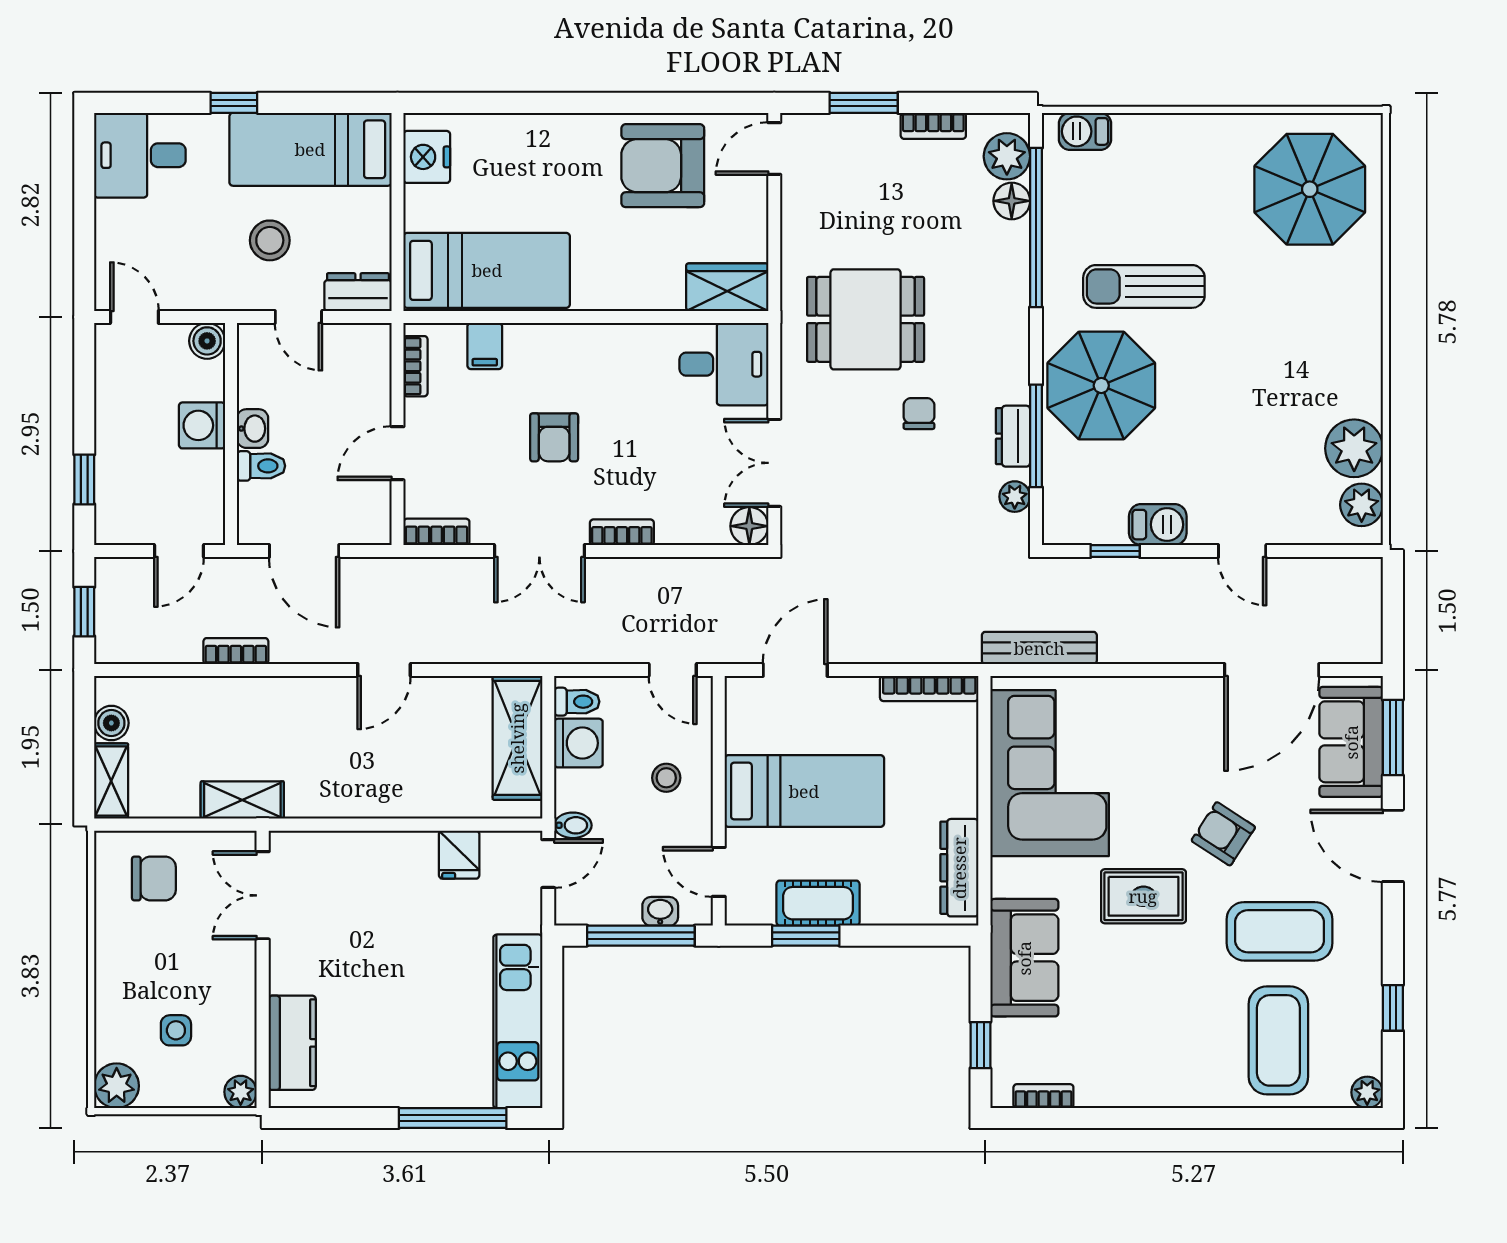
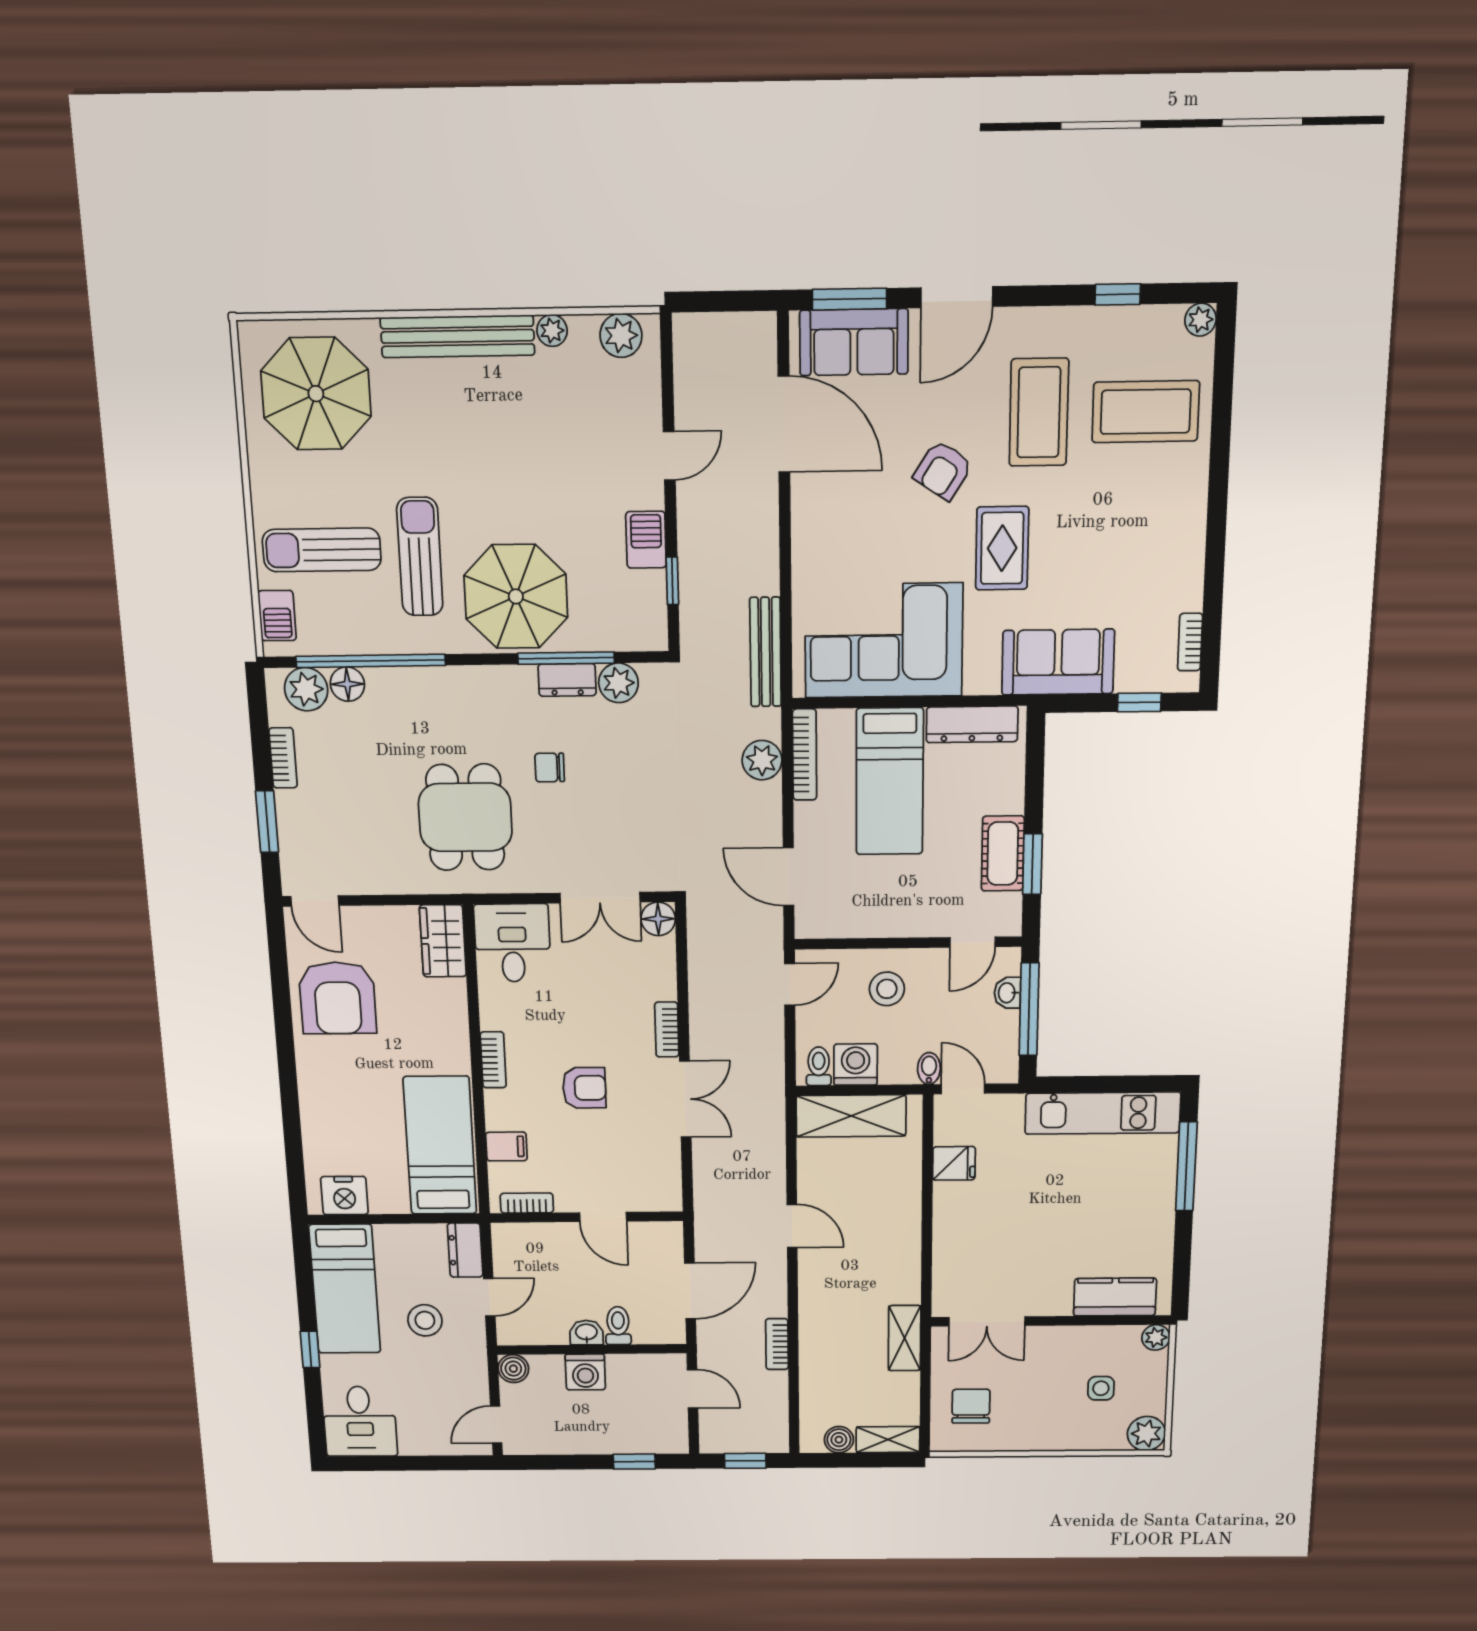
sun lounger: (1152, 184) -> (322, 550), added
sun lounger: (1144, 286) -> (420, 557), turned 180
bench: (1364, 338) -> (458, 336), added
plant: (1354, 448) -> (552, 331), width x0.53, depth x0.53
plant: (1015, 497) -> (618, 683), width x1.38, depth x1.38
bookcase: (436, 532) -> (493, 1060), moved, turned 180
plant: (924, 643) -> (762, 760), added
stool: (666, 778) -> (887, 989), width x1.37, depth x1.37
bed: (804, 791) -> (890, 782), moved, turned 180

